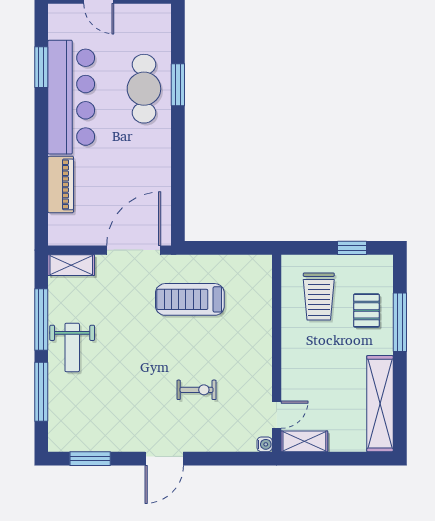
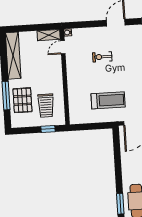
window: (352, 248) -> (48, 129), moved
trolley: (319, 296) -> (46, 106), turned 180
pallet: (366, 310) -> (22, 100), width x1.50, depth x1.42

